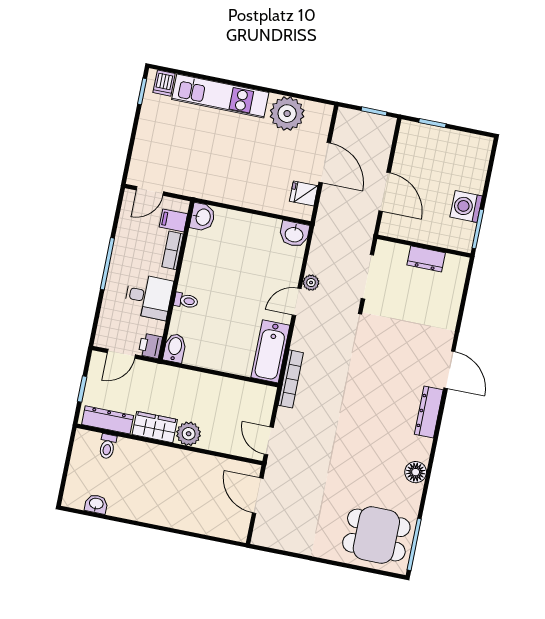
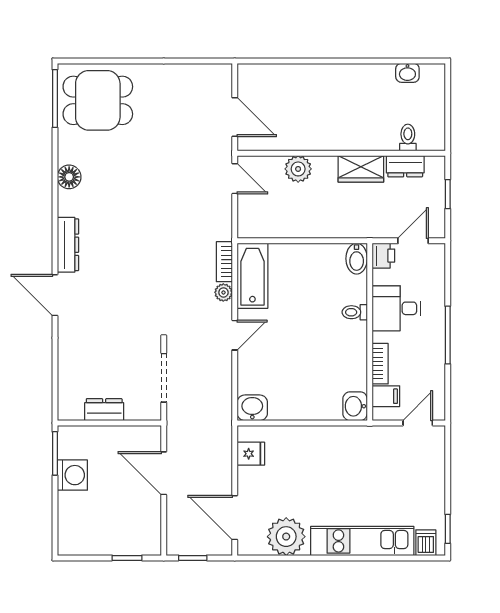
door: (325, 163) -> (235, 518), moved
plant: (311, 283) -> (223, 292), moved
bookcase: (291, 379) -> (224, 262), width x0.64
dresser: (108, 420) -> (405, 166), width x0.70
plant: (189, 434) -> (298, 169), moved

